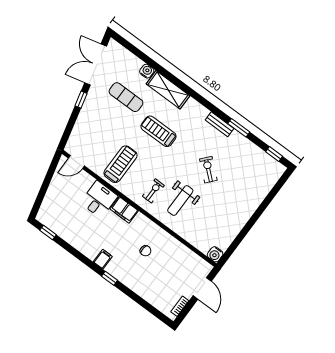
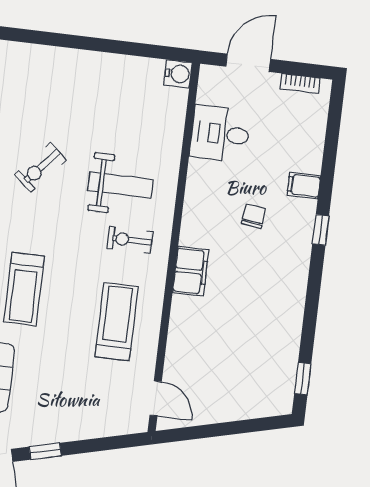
treadmill: (120, 164) -> (117, 322), turned 90
desk: (99, 199) -> (220, 134), moved
chair: (146, 251) -> (253, 216), moved
filing cabinet: (103, 259) -> (304, 186), moved

